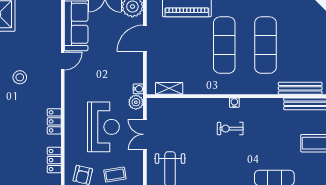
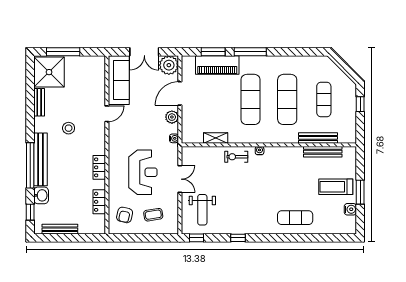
exercise mat: (307, 45) -> (324, 99), added
shelving: (169, 88) -> (216, 138), moved
plant: (136, 102) -> (172, 117), moved
exercise bike: (230, 129) -> (236, 157), moved
double door: (145, 134) -> (180, 179), swing flipped

